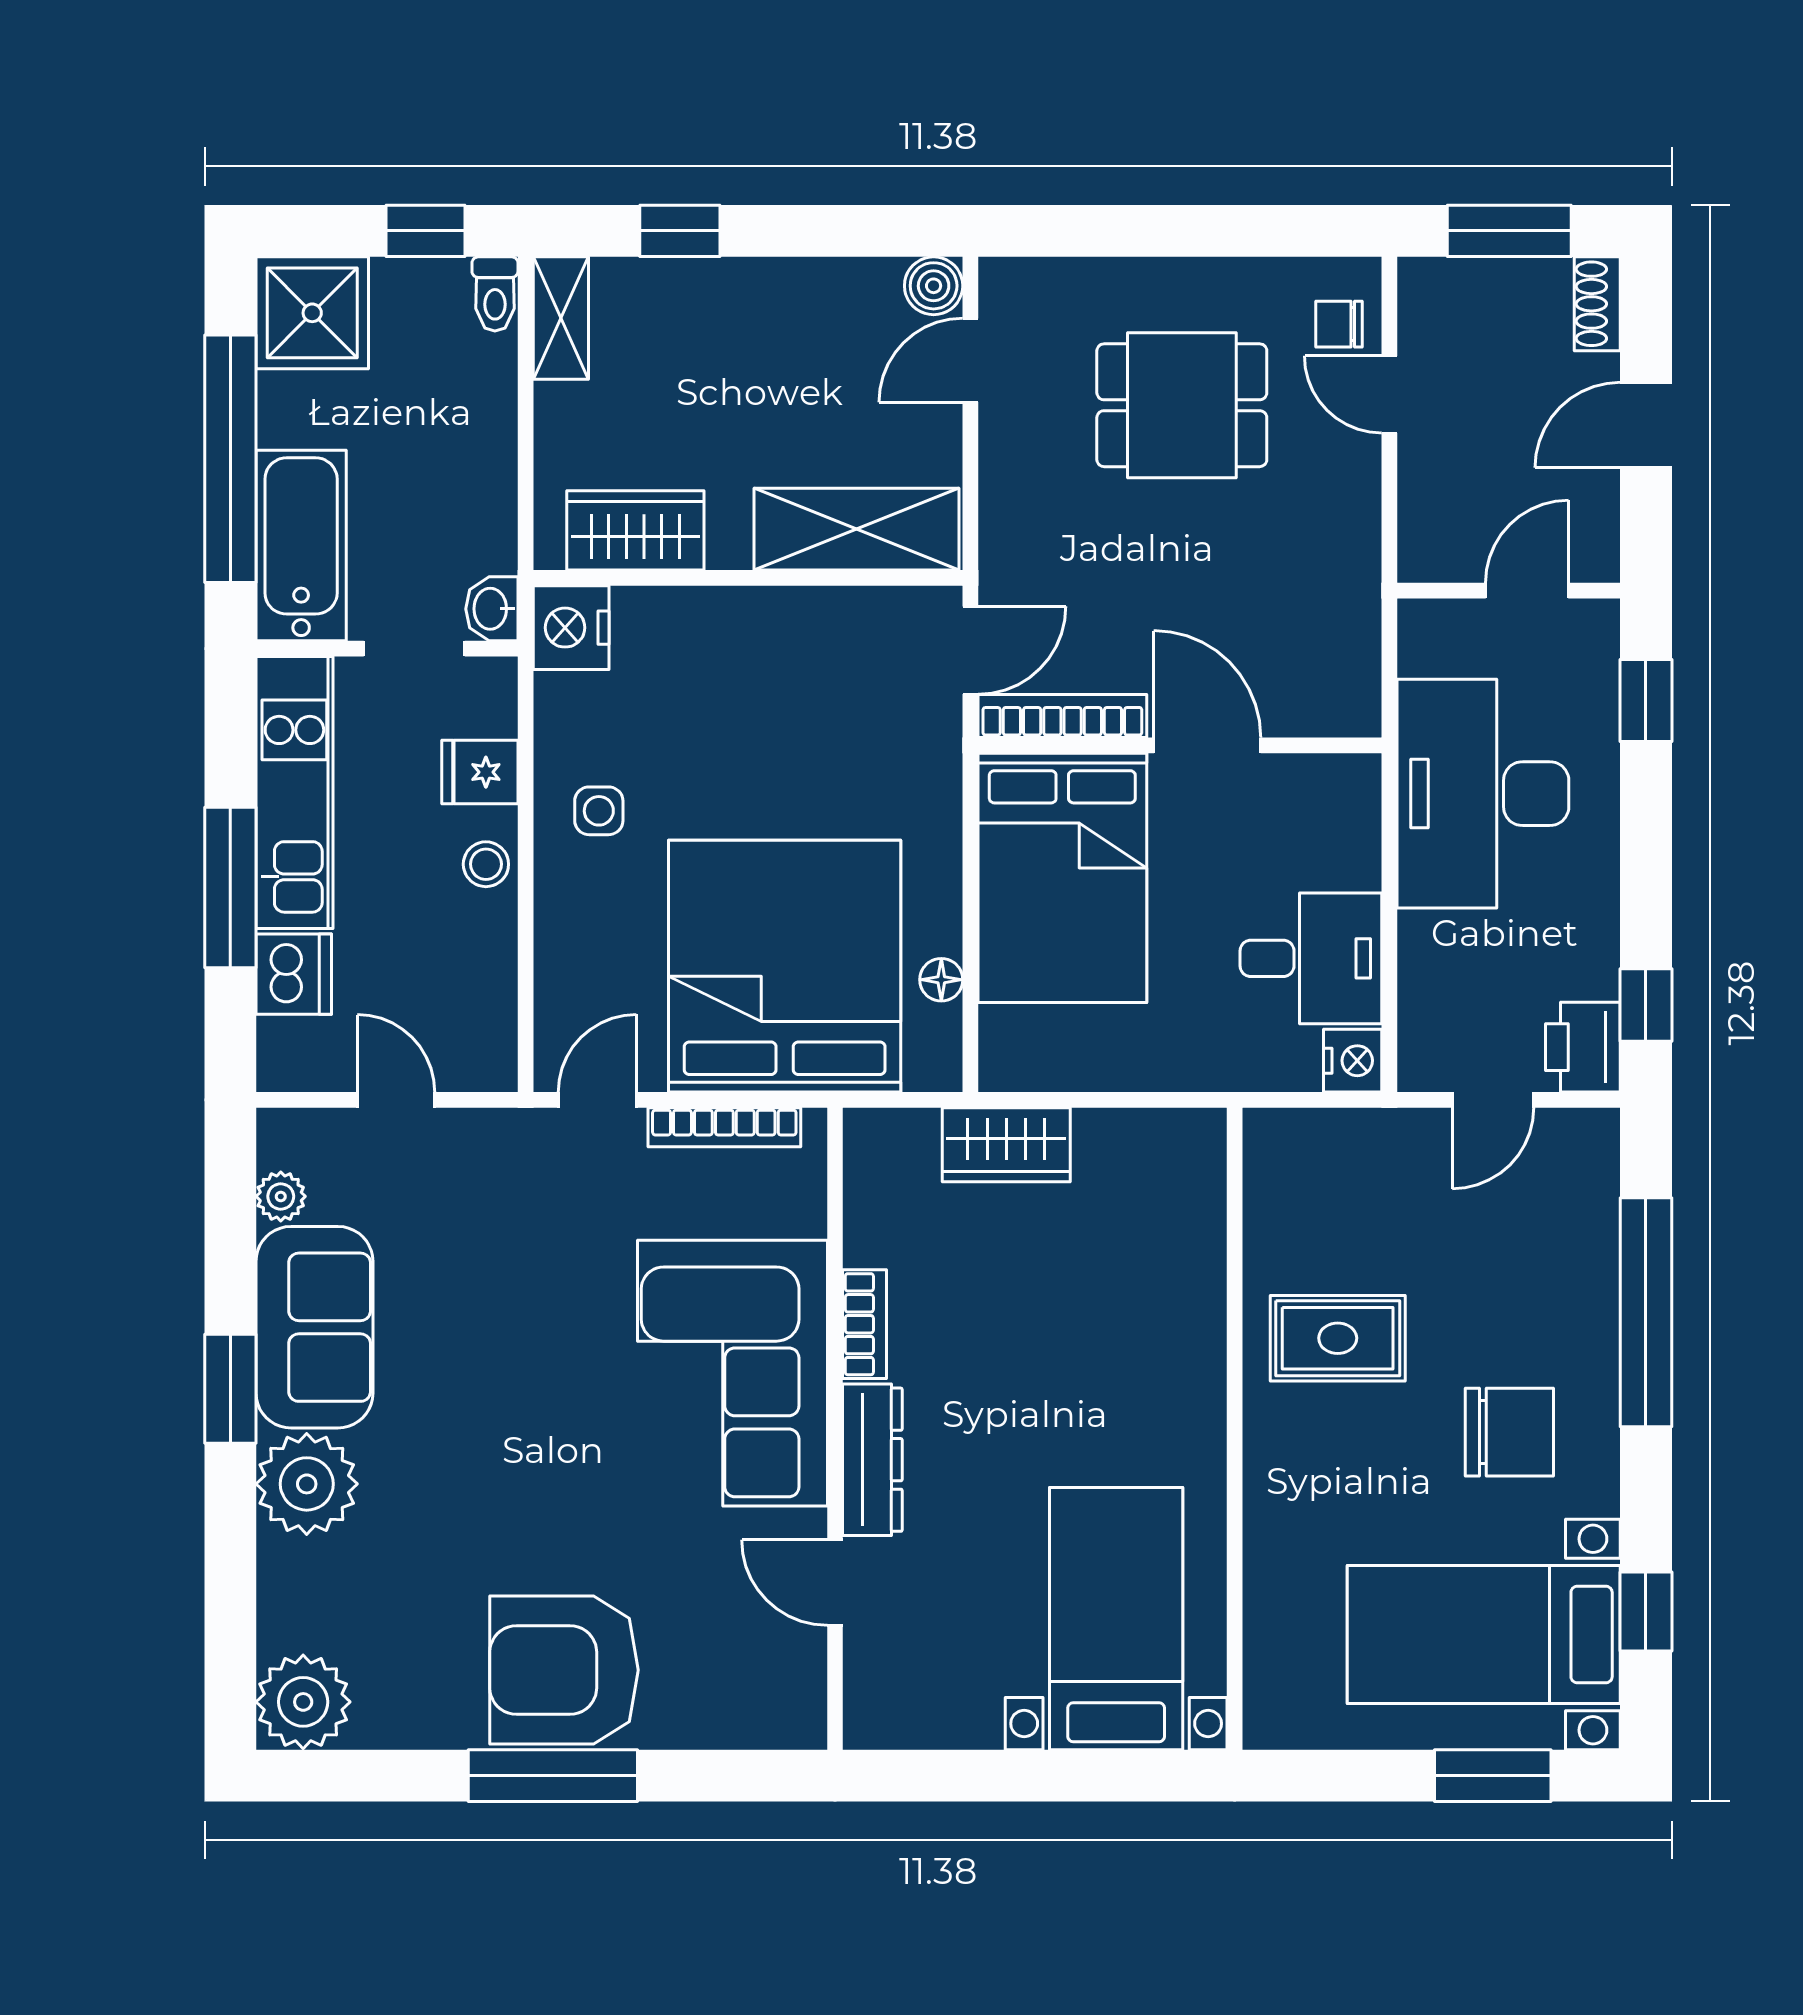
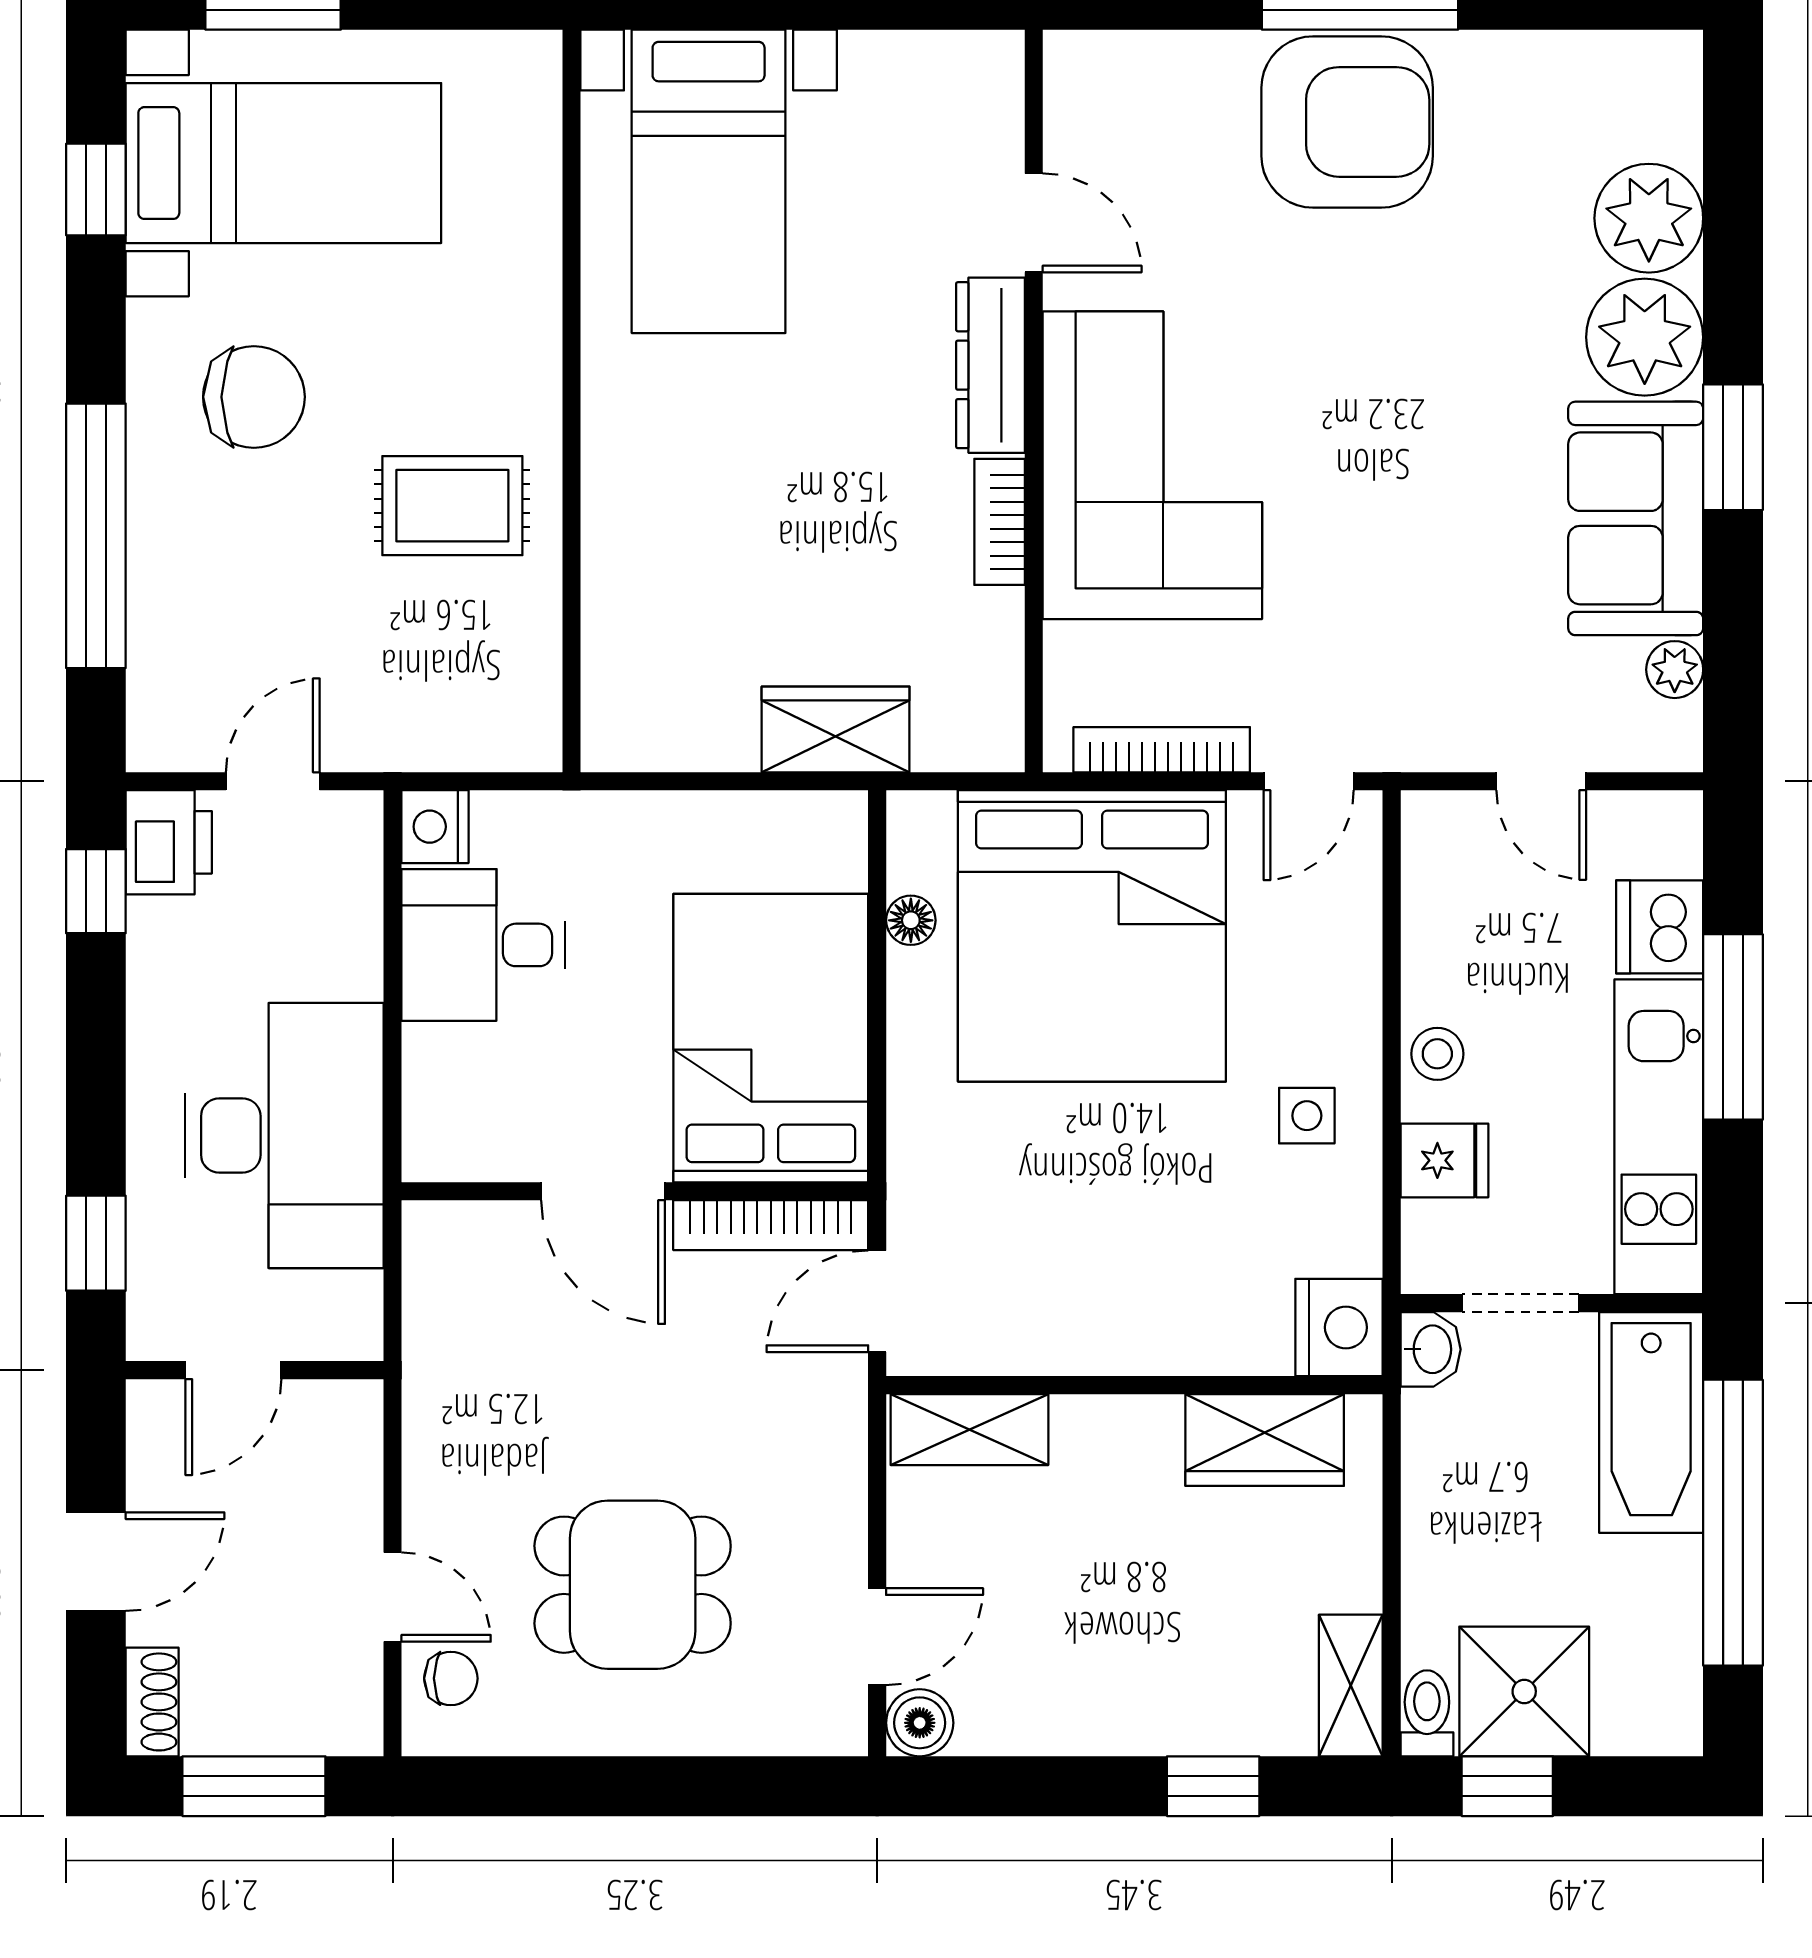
shower: (312, 313) -> (1524, 1691), moved
shelving: (856, 529) -> (969, 1430), width x0.67, depth x0.75
chair: (1509, 1432) -> (254, 397), turned 180
plant: (303, 1702) -> (1649, 218), moved

